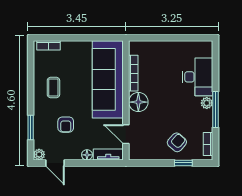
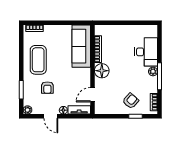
sofa: (108, 79) -> (81, 46), width x0.74, depth x0.79
coffee table: (53, 88) -> (38, 60), width x1.86, depth x1.72
door: (126, 134) -> (92, 95), hinge flipped
door: (55, 163) -> (51, 116), moved

